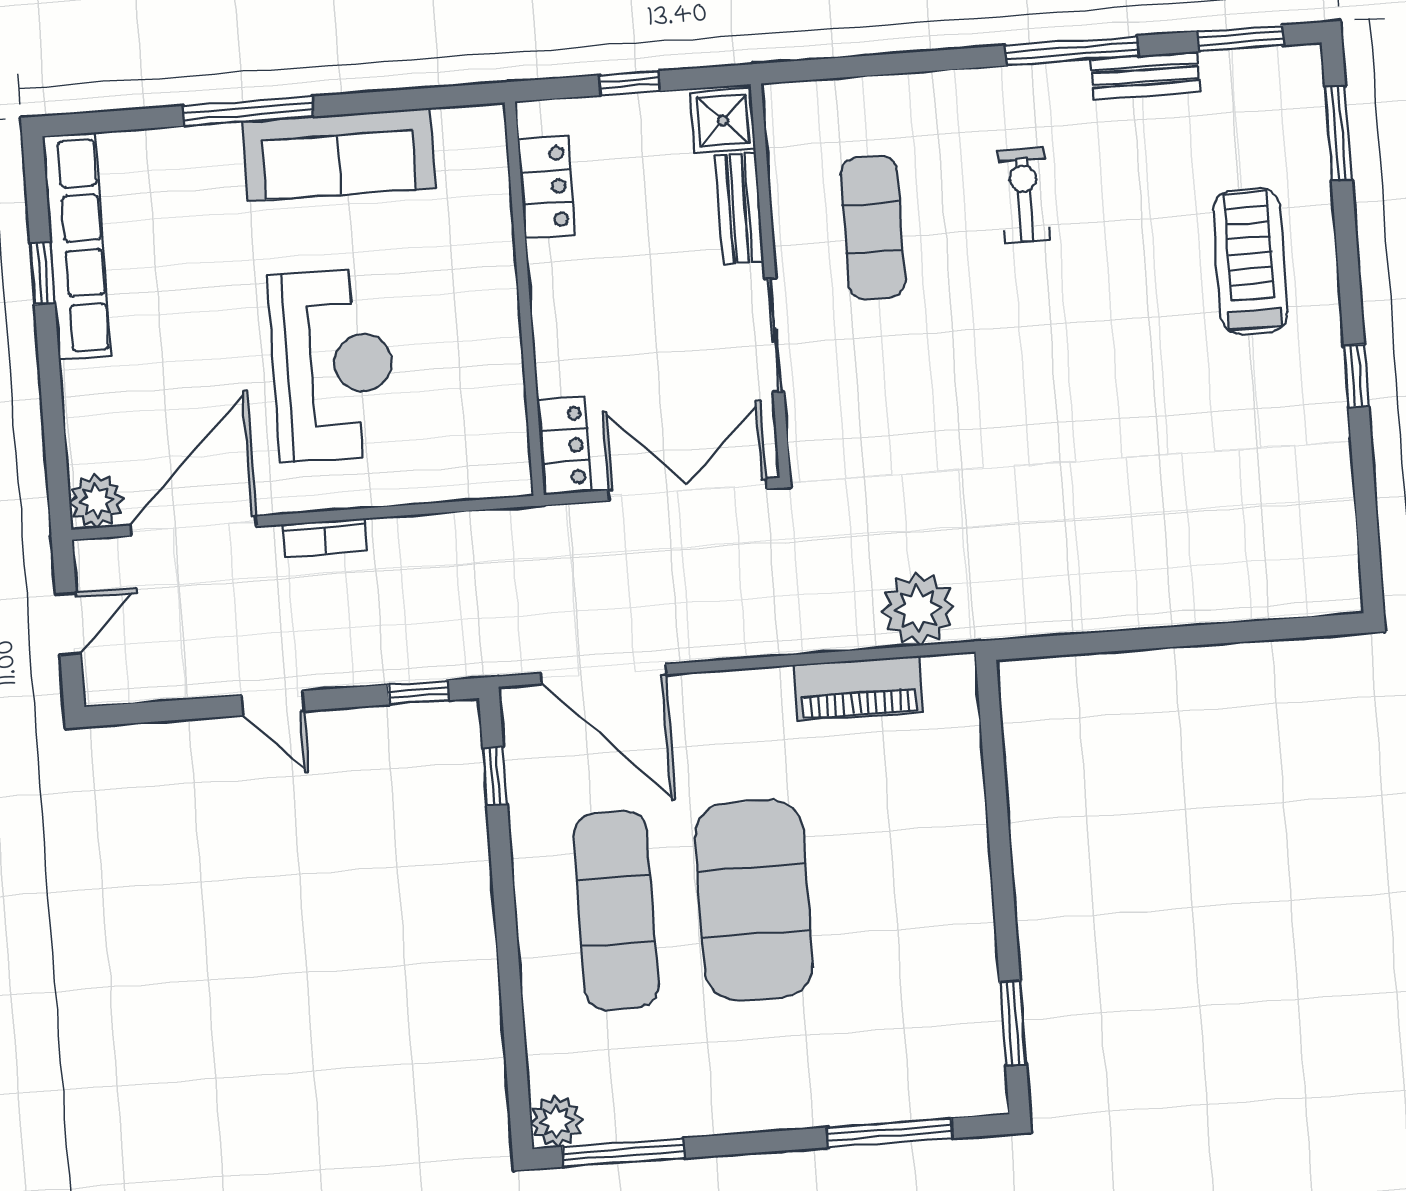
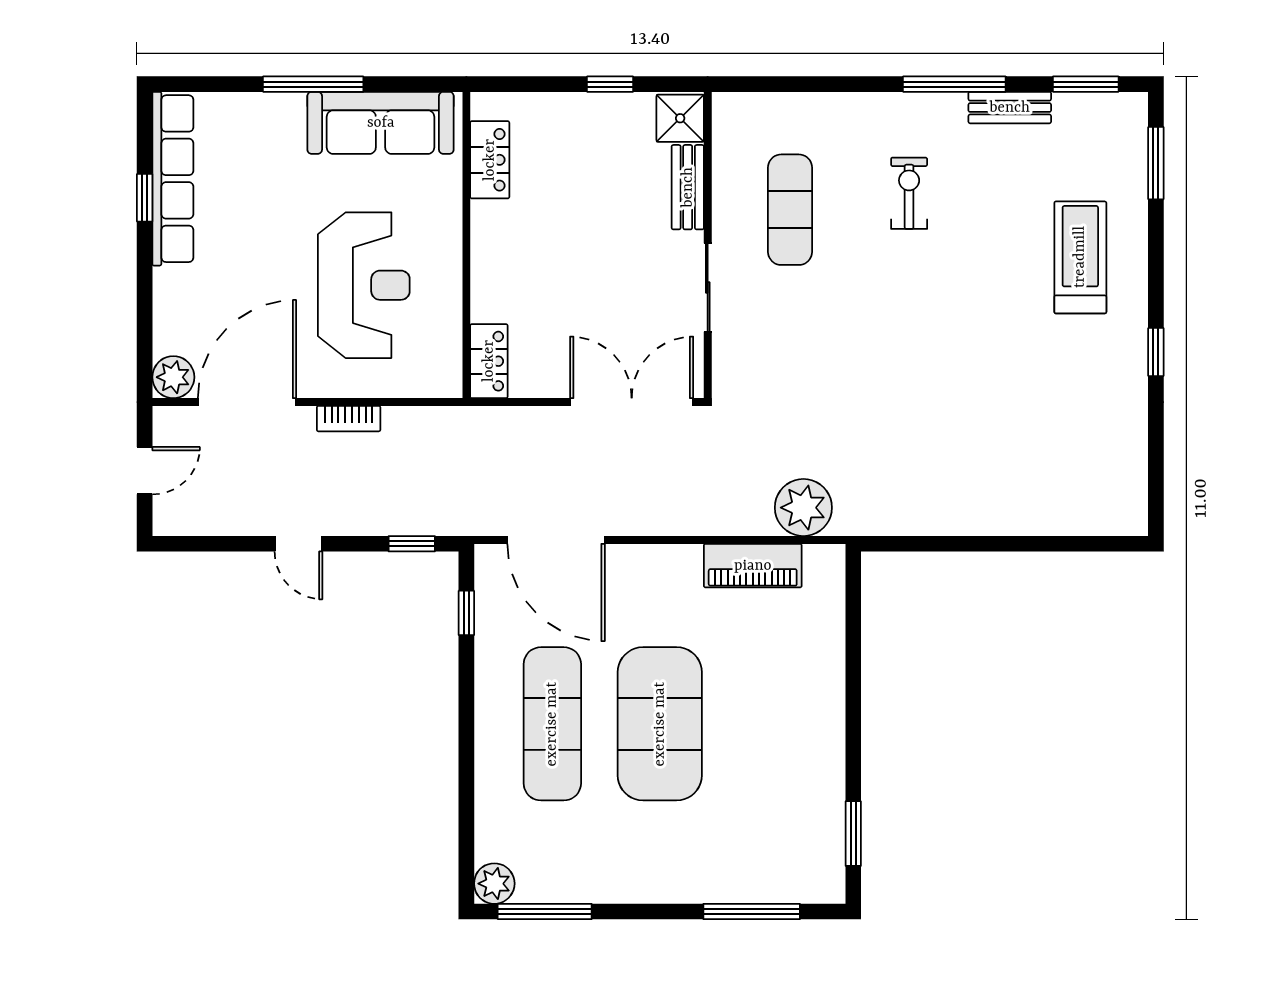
locker: (546, 187) -> (490, 160), moved
wall: (524, 299) -> (466, 245), moved
locker: (564, 446) -> (489, 361), moved

